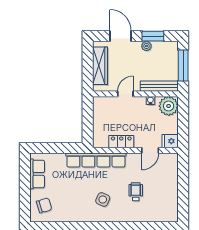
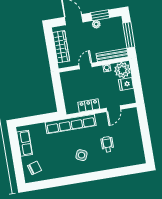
fridge: (170, 141) -> (126, 84), moved

